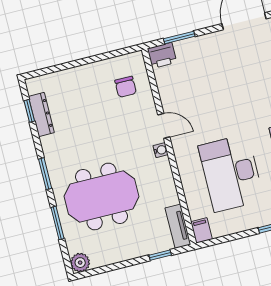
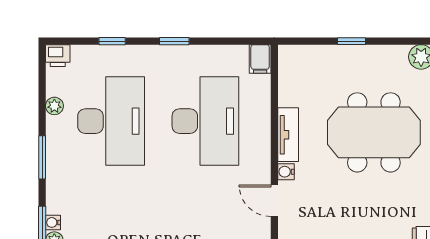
tv unit: (178, 226) -> (288, 135), moved
window: (160, 255) -> (351, 41), moved

